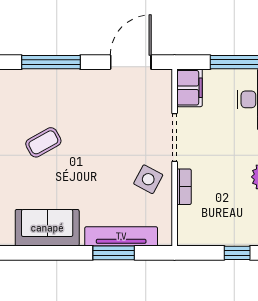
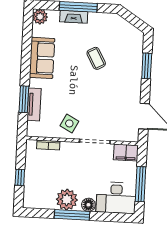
window: (51, 62) -> (147, 66), width x0.69
bookcase: (184, 187) -> (48, 145), moved
tv unit: (121, 236) -> (34, 104), width x0.71

